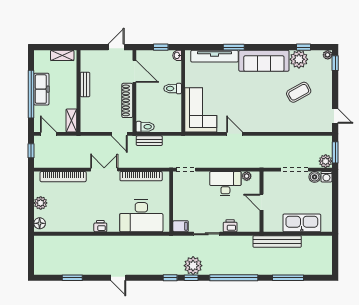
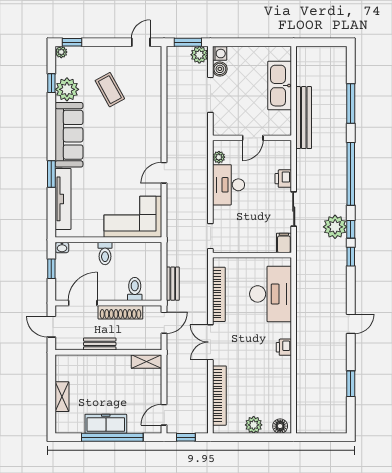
bench: (85, 84) -> (100, 344), moved
wall: (79, 91) -> (108, 352), moved
shelving: (71, 120) -> (147, 362), moved
toilet: (145, 127) -> (135, 289), moved

